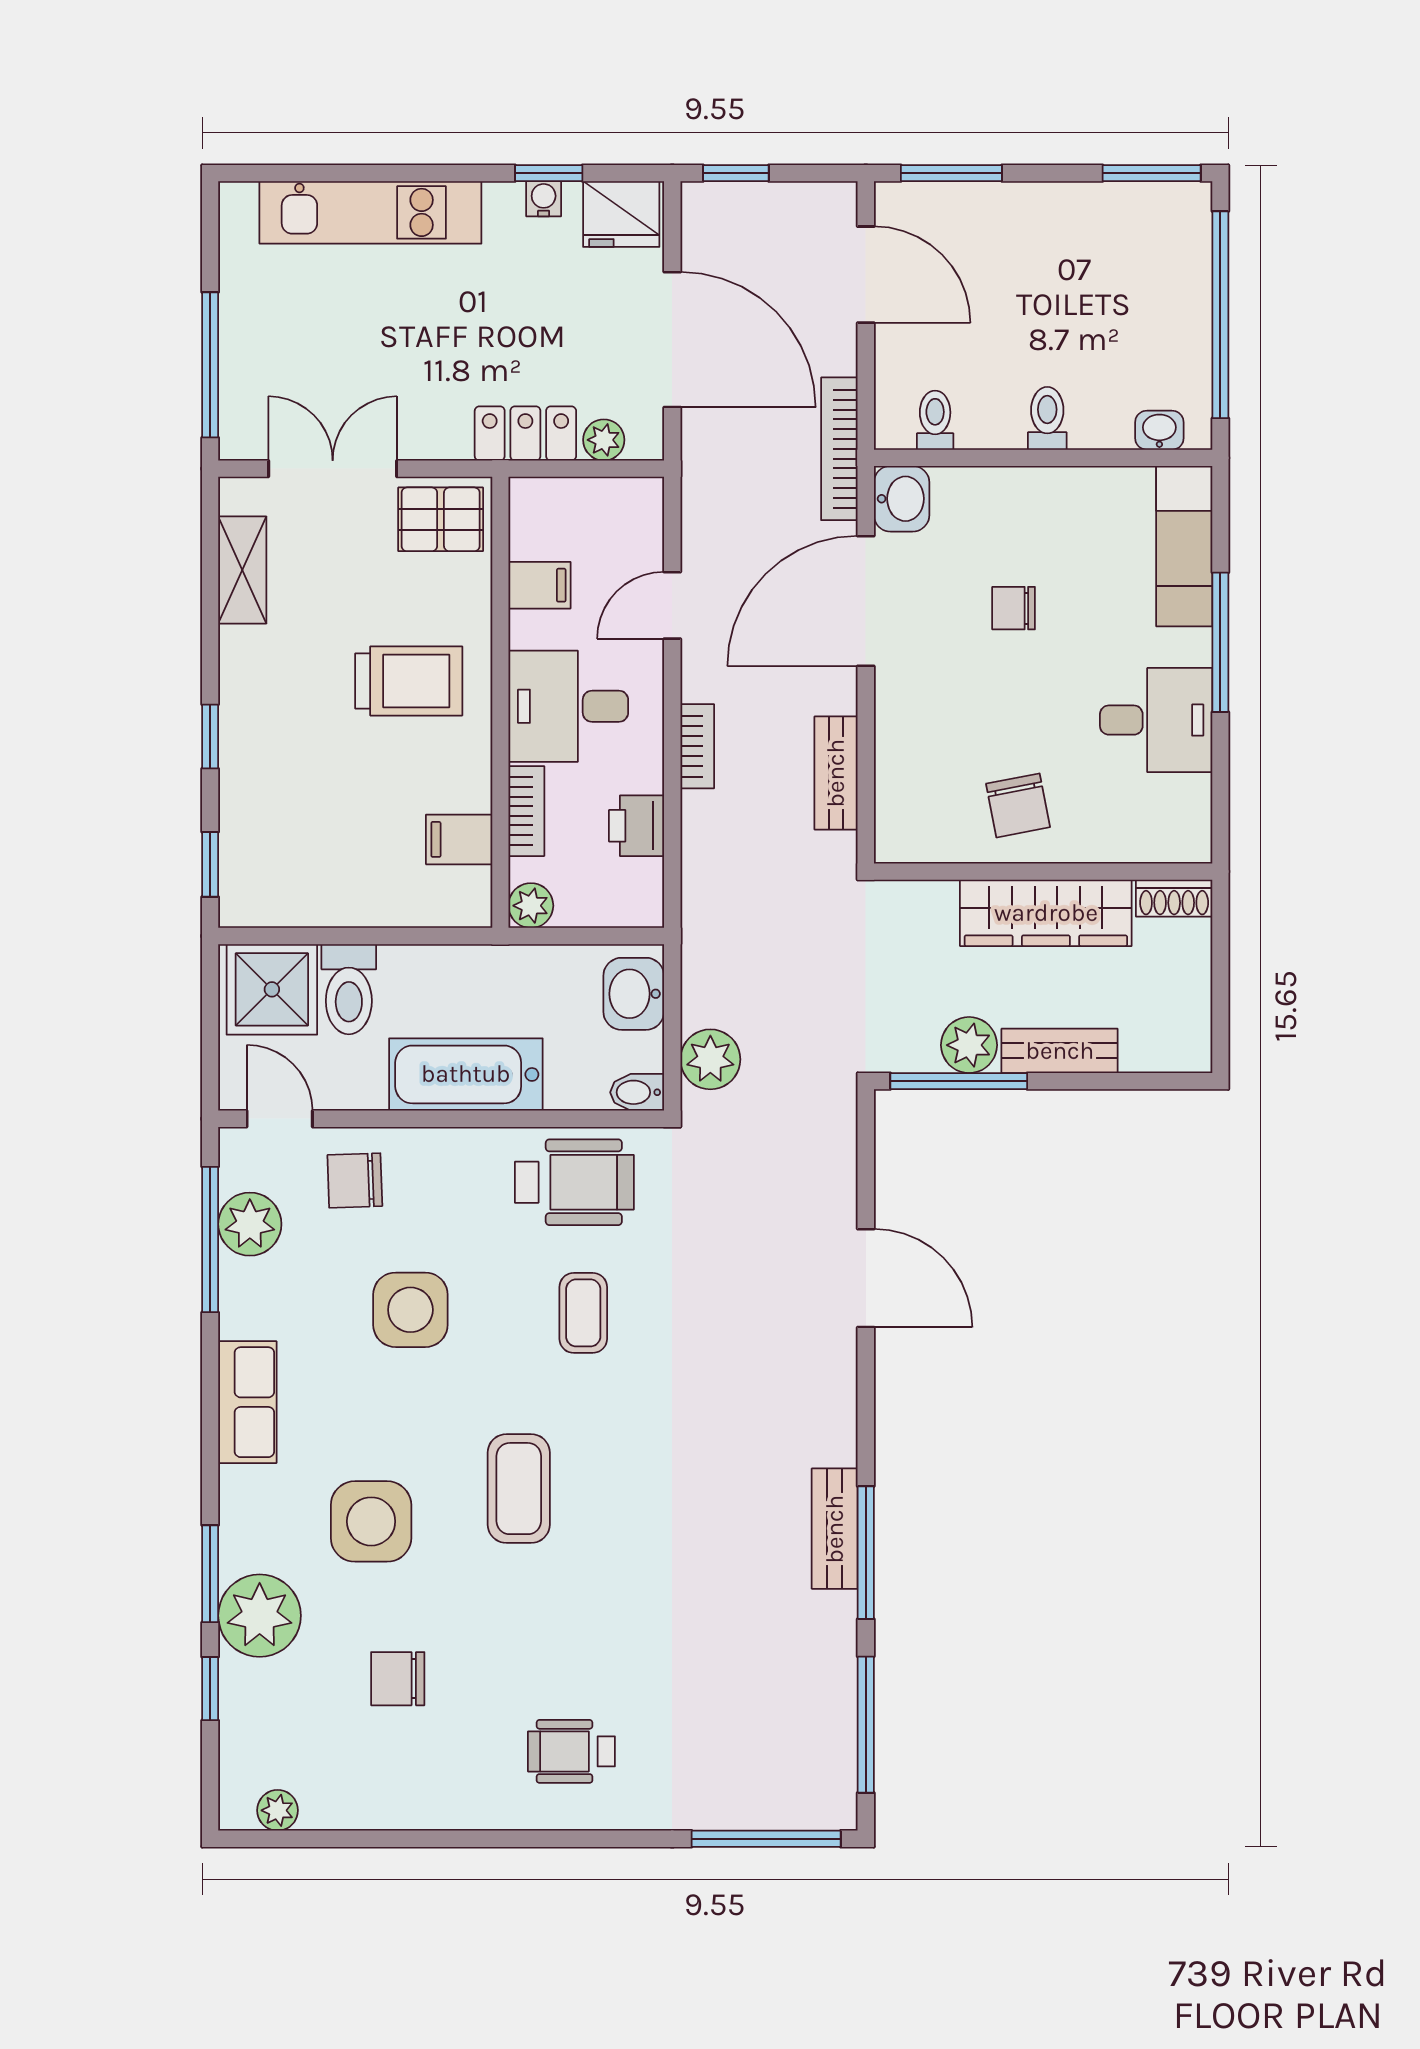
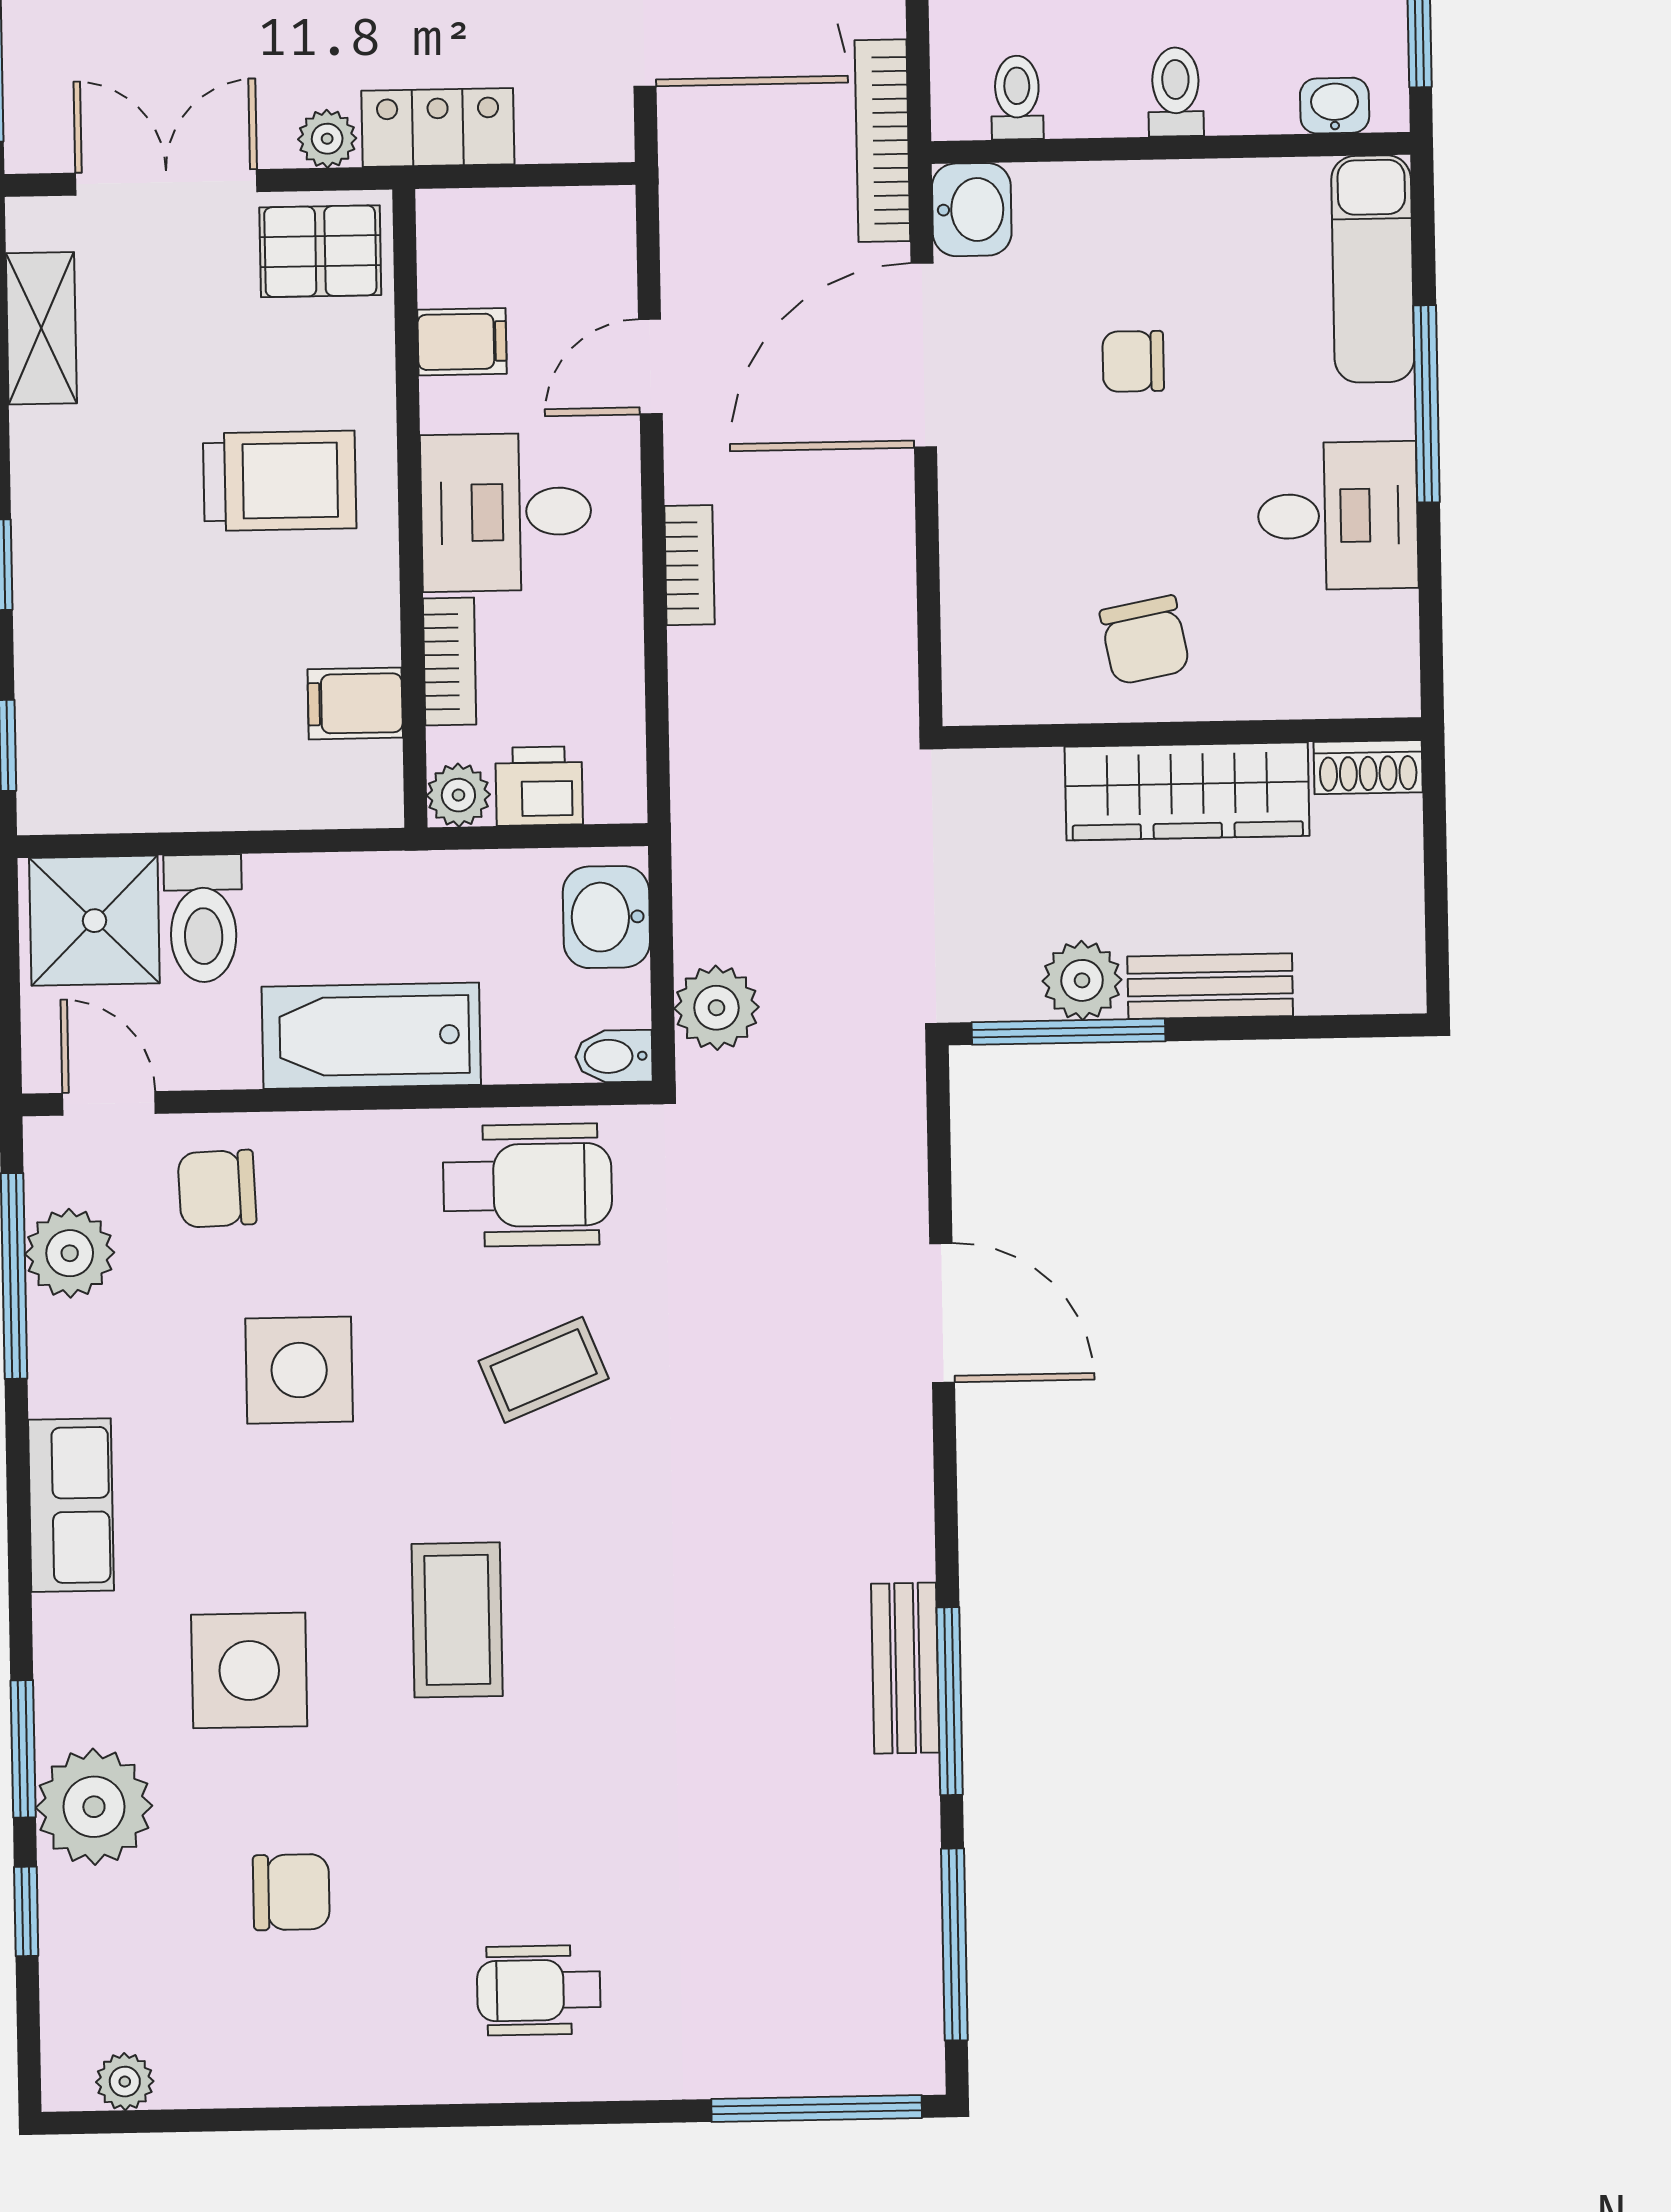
plant: (604, 440) -> (327, 139), moved
bench: (836, 773) -> (887, 599), removed
printer: (637, 826) -> (539, 786), moved, turned 90
coffee table: (583, 1313) -> (544, 1370), turned 68
chair: (398, 1679) -> (291, 1892), turned 180

